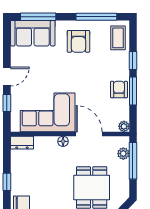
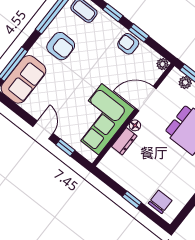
window: (133, 91) -> (139, 33), width x0.67
dresser: (22, 143) -> (124, 141), moved

